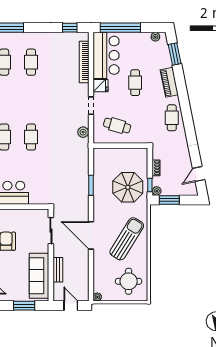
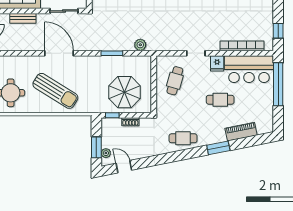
plant: (155, 37) -> (269, 121), removed
window: (175, 54) -> (218, 148), moved
piano: (169, 82) -> (241, 132), moved
plant: (83, 132) -> (140, 45), moved
parasol: (128, 187) -> (125, 92), moved
plant: (157, 191) -> (106, 153), moved
window: (169, 200) -> (96, 147), moved
door: (91, 235) -> (59, 53), hinge flipped

